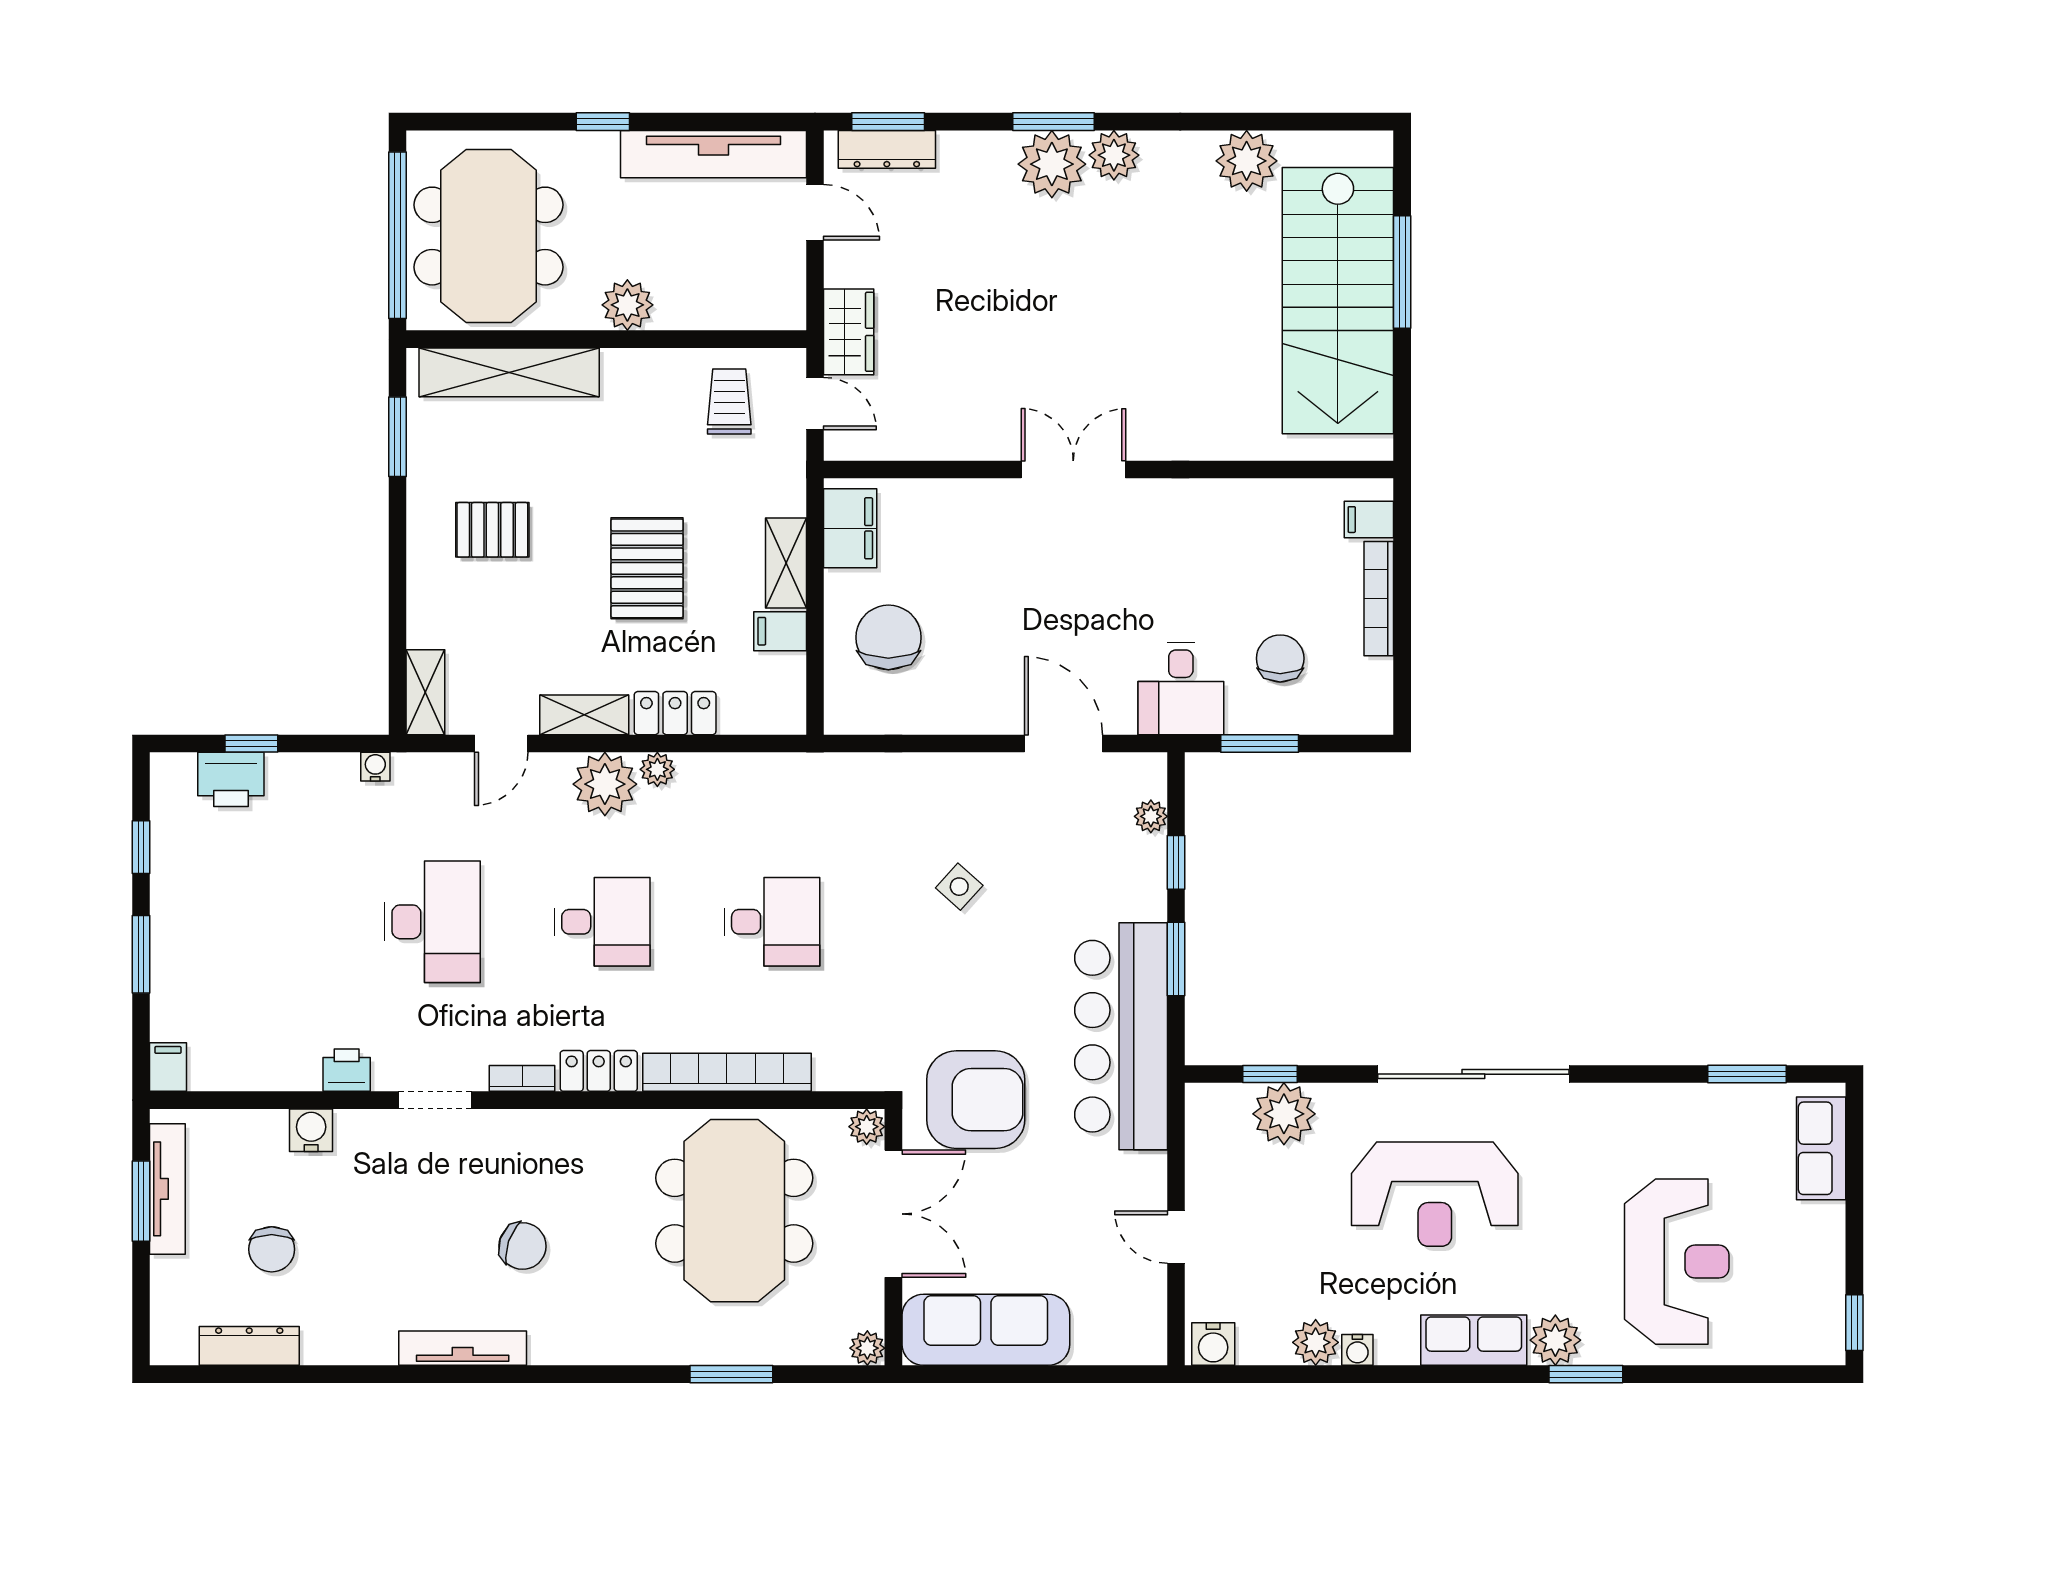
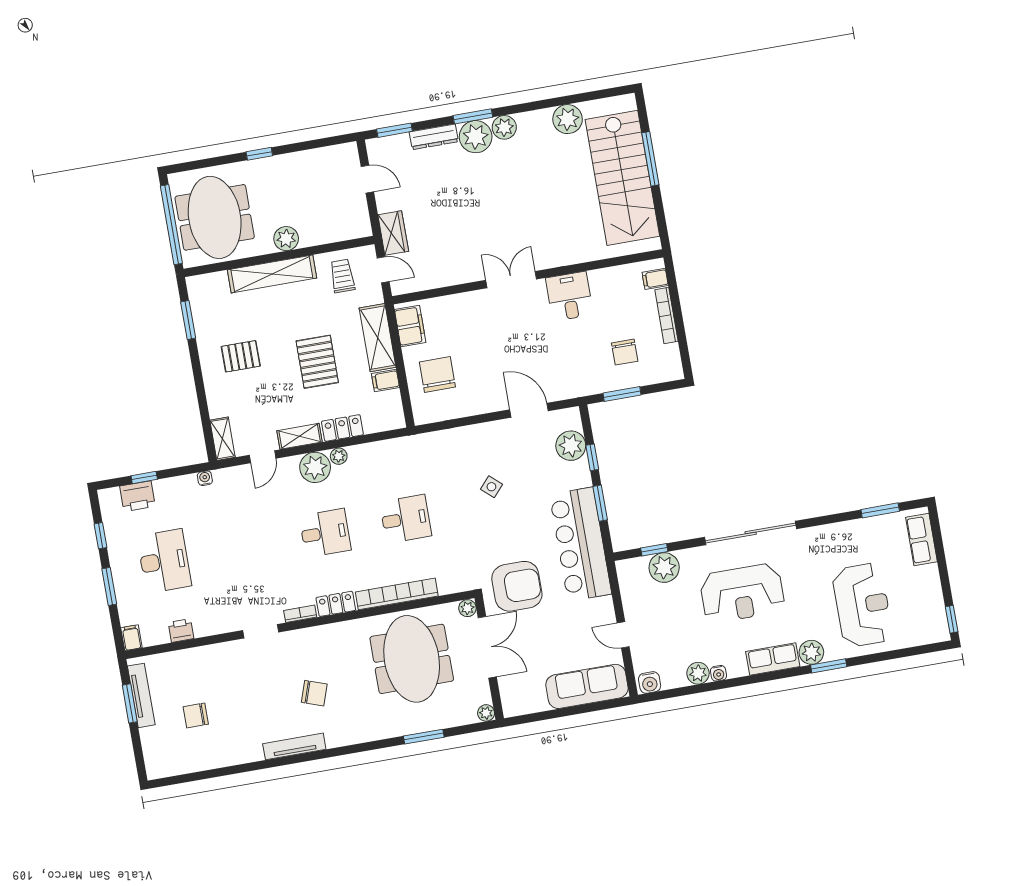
dresser: (887, 149) -> (434, 137), moved
tv unit: (713, 154) -> (314, 160), removed
shelving: (509, 372) -> (272, 274), moved
shelving: (786, 563) -> (378, 338), width x1.50, depth x1.33
chair: (1280, 658) -> (625, 352), turned 180
desk: (1181, 689) -> (569, 296), moved, turned 180
plant: (1151, 816) -> (571, 446), width x1.88, depth x1.88
desk: (432, 922) -> (164, 561), moved
printer: (347, 1070) -> (181, 631), moved
water cooler: (311, 1130) -> (205, 656), removed
chair: (272, 1249) -> (196, 715), turned 90
sofa: (986, 1330) -> (587, 686), moved
dresser: (249, 1346) -> (193, 763), removed

